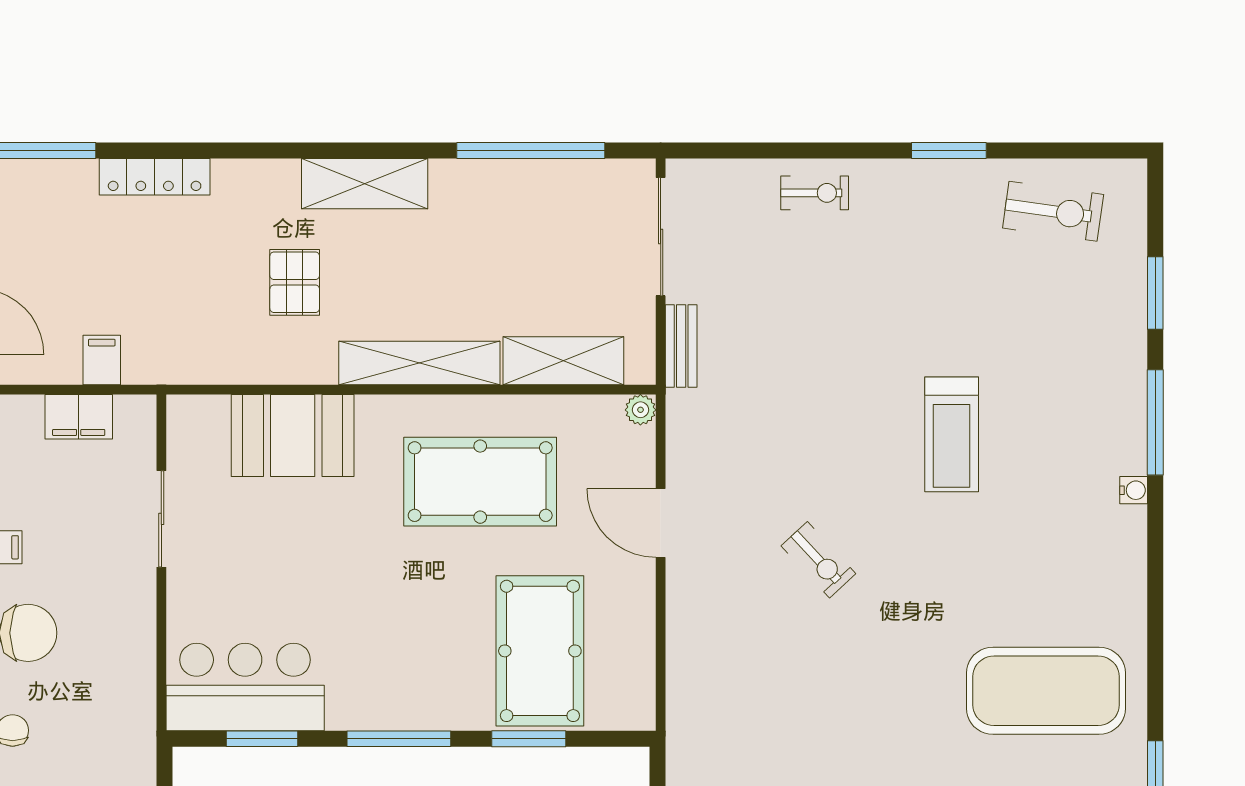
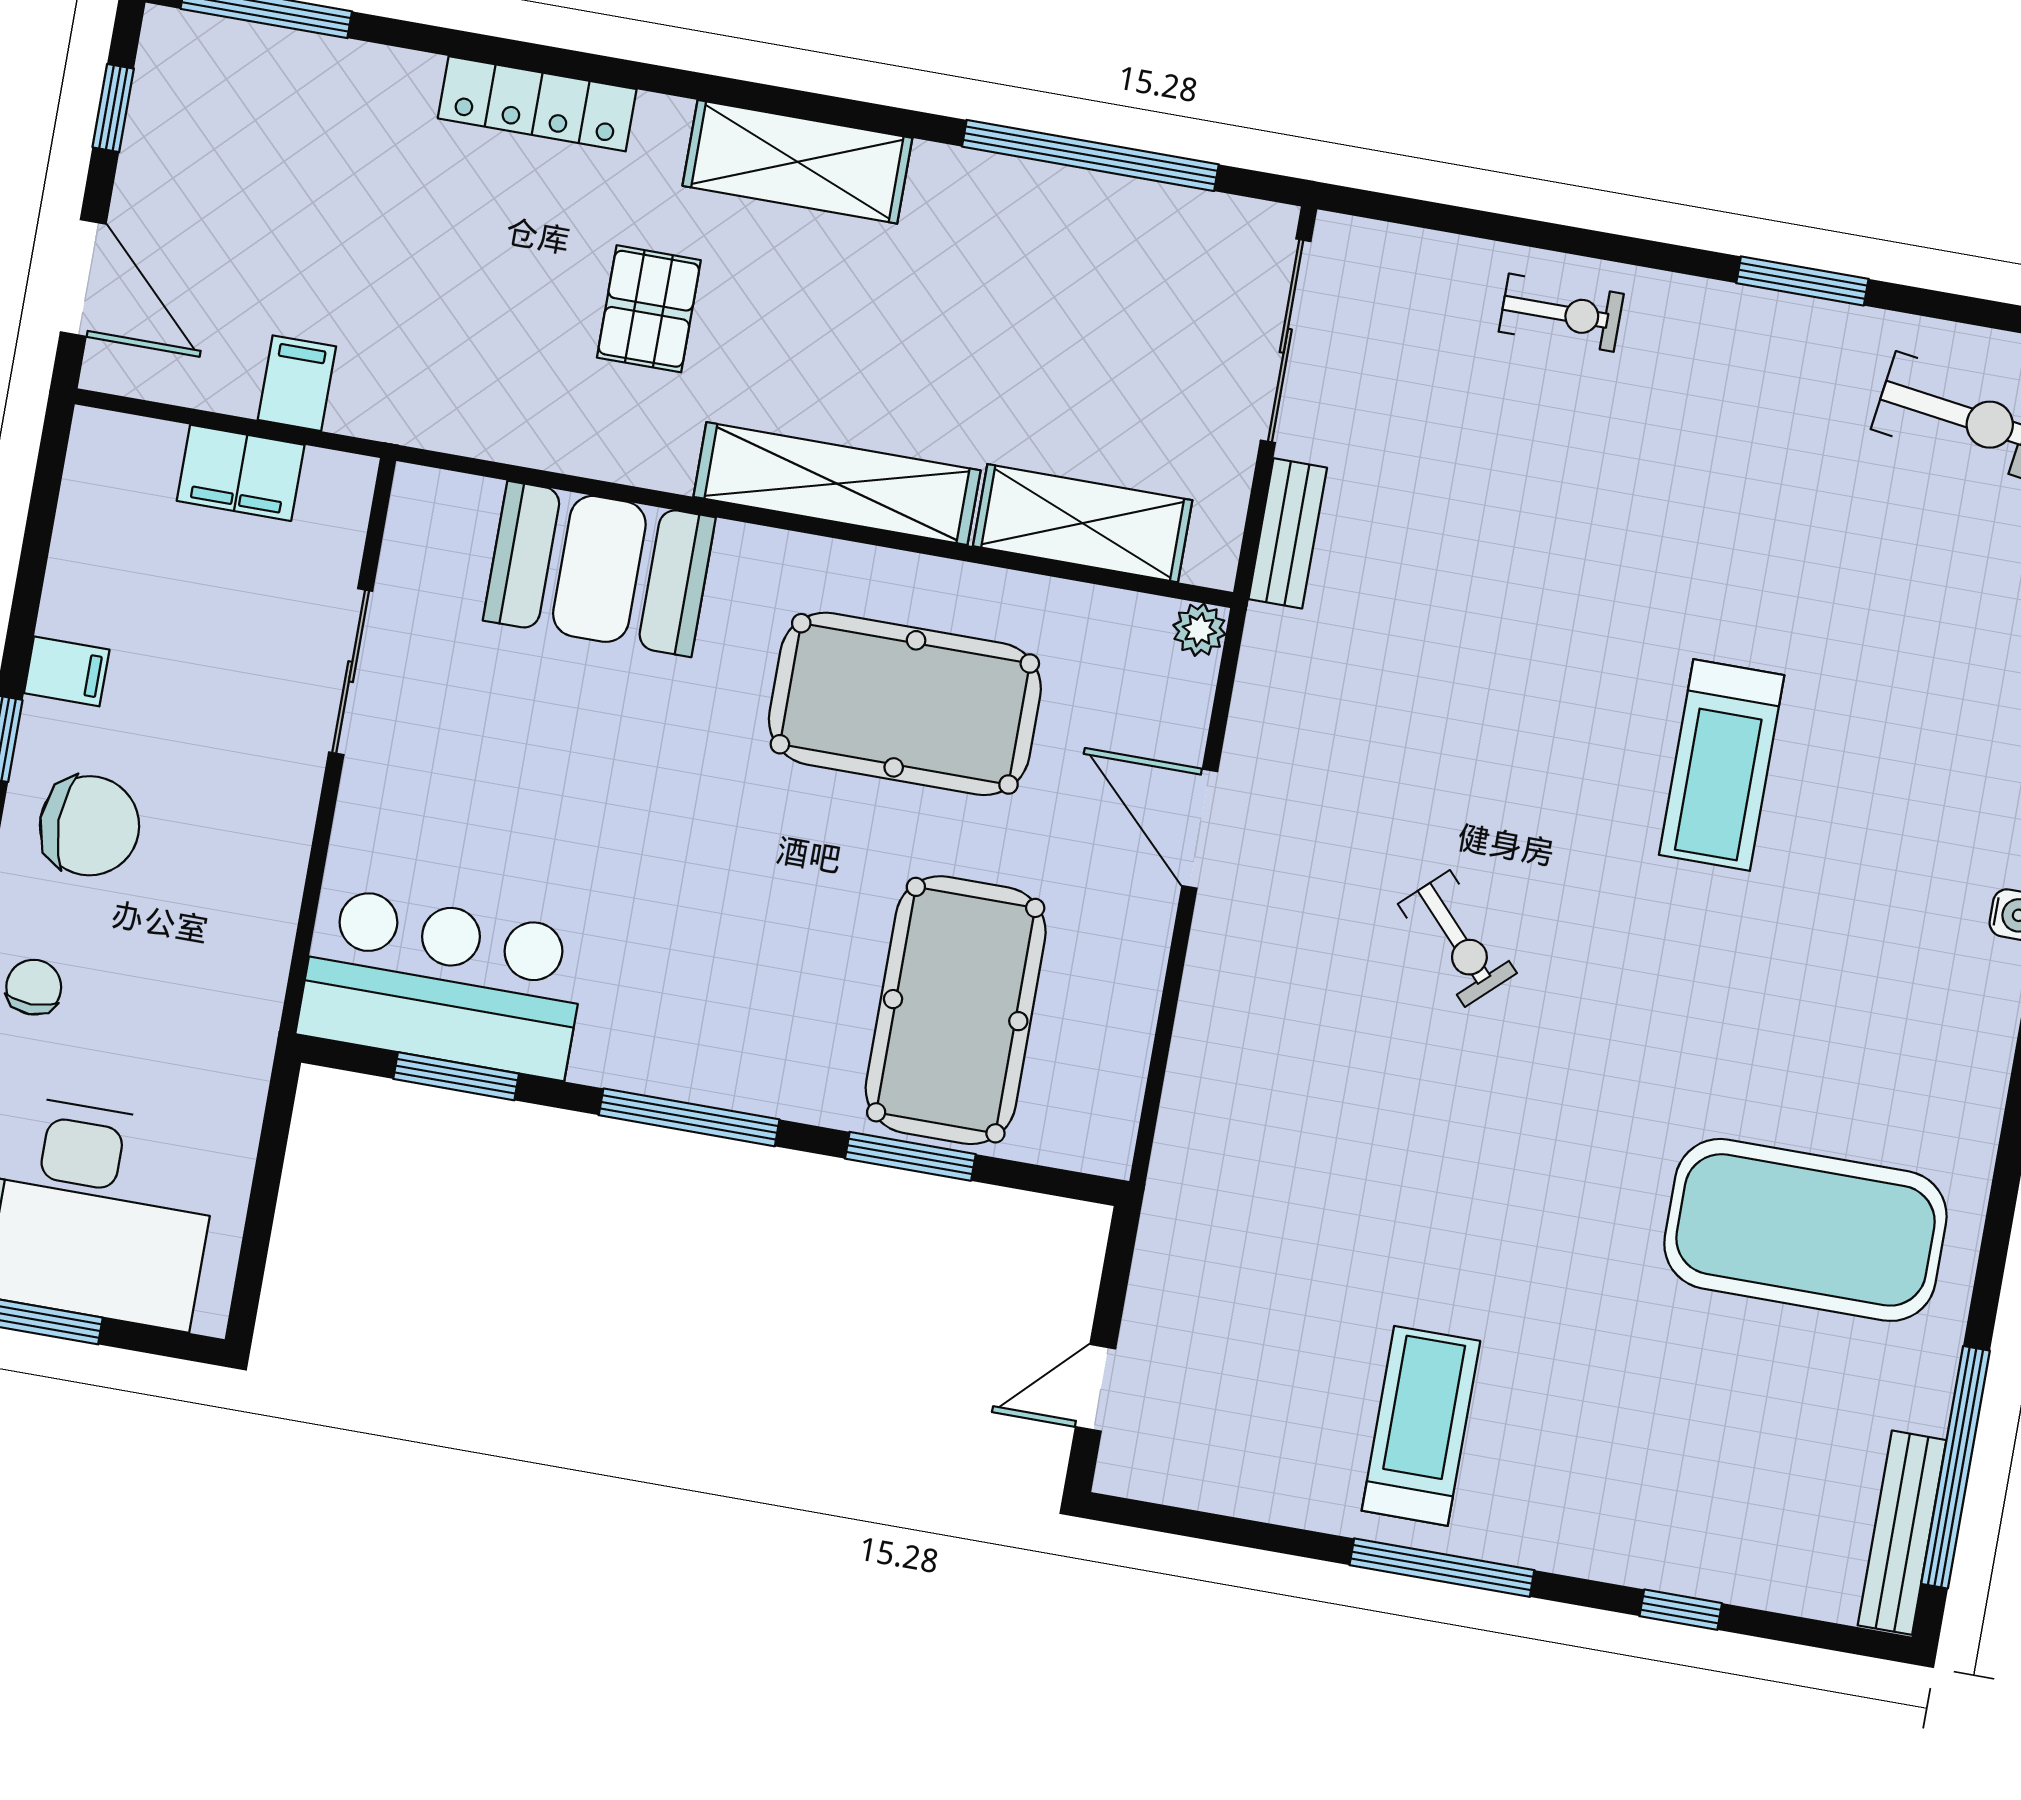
locker: (155, 177) -> (537, 104), moved

